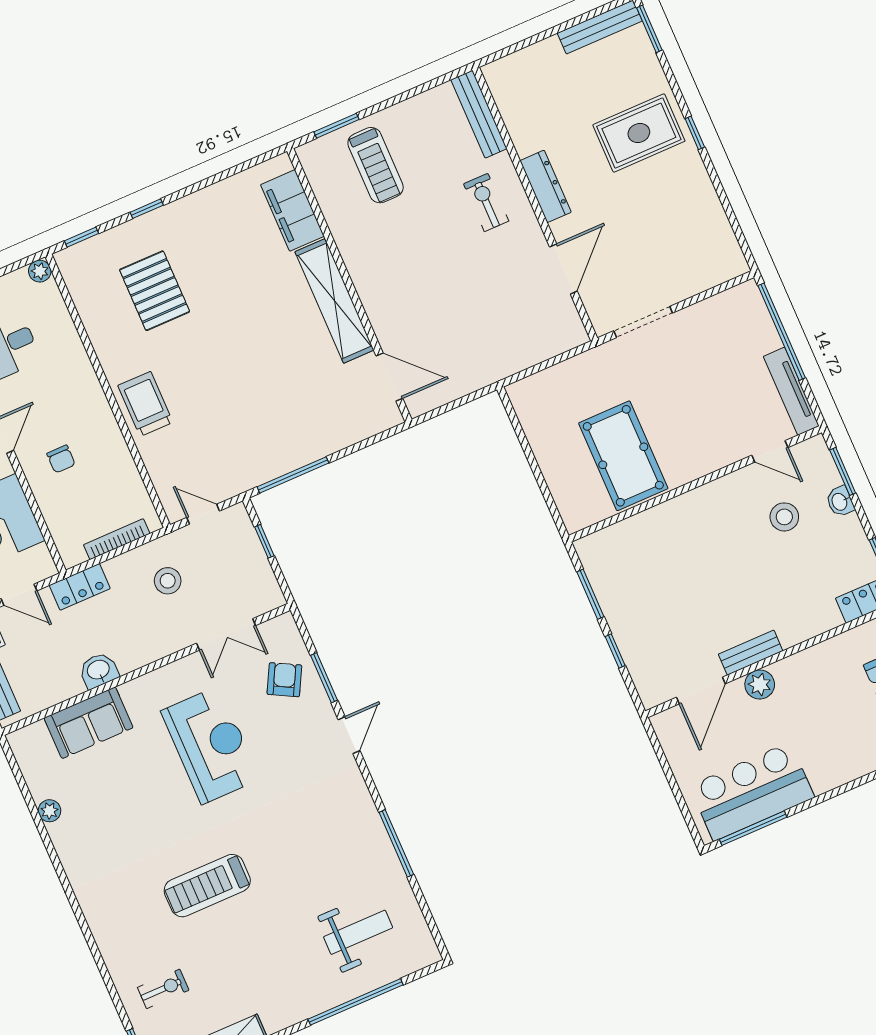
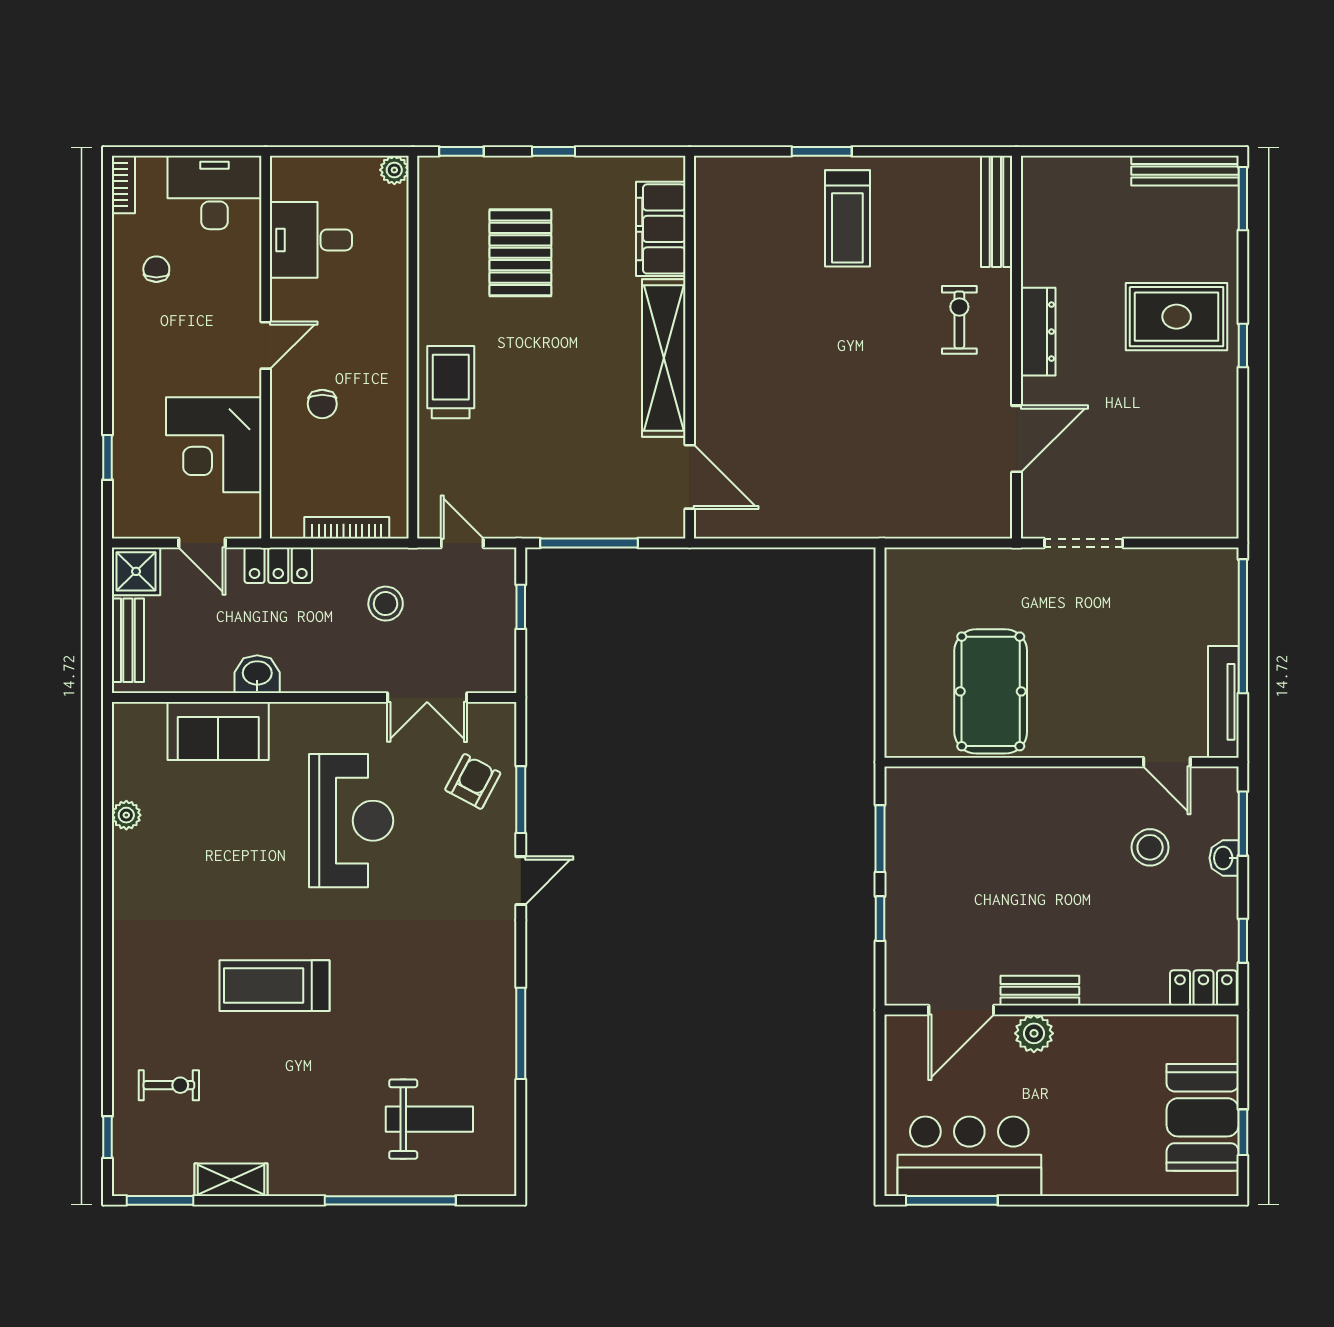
filing cabinet: (292, 210) -> (661, 229), moved
wall: (349, 285) -> (690, 347), moved
shelving: (334, 301) -> (664, 358), moved
door: (389, 377) -> (690, 477), moved

